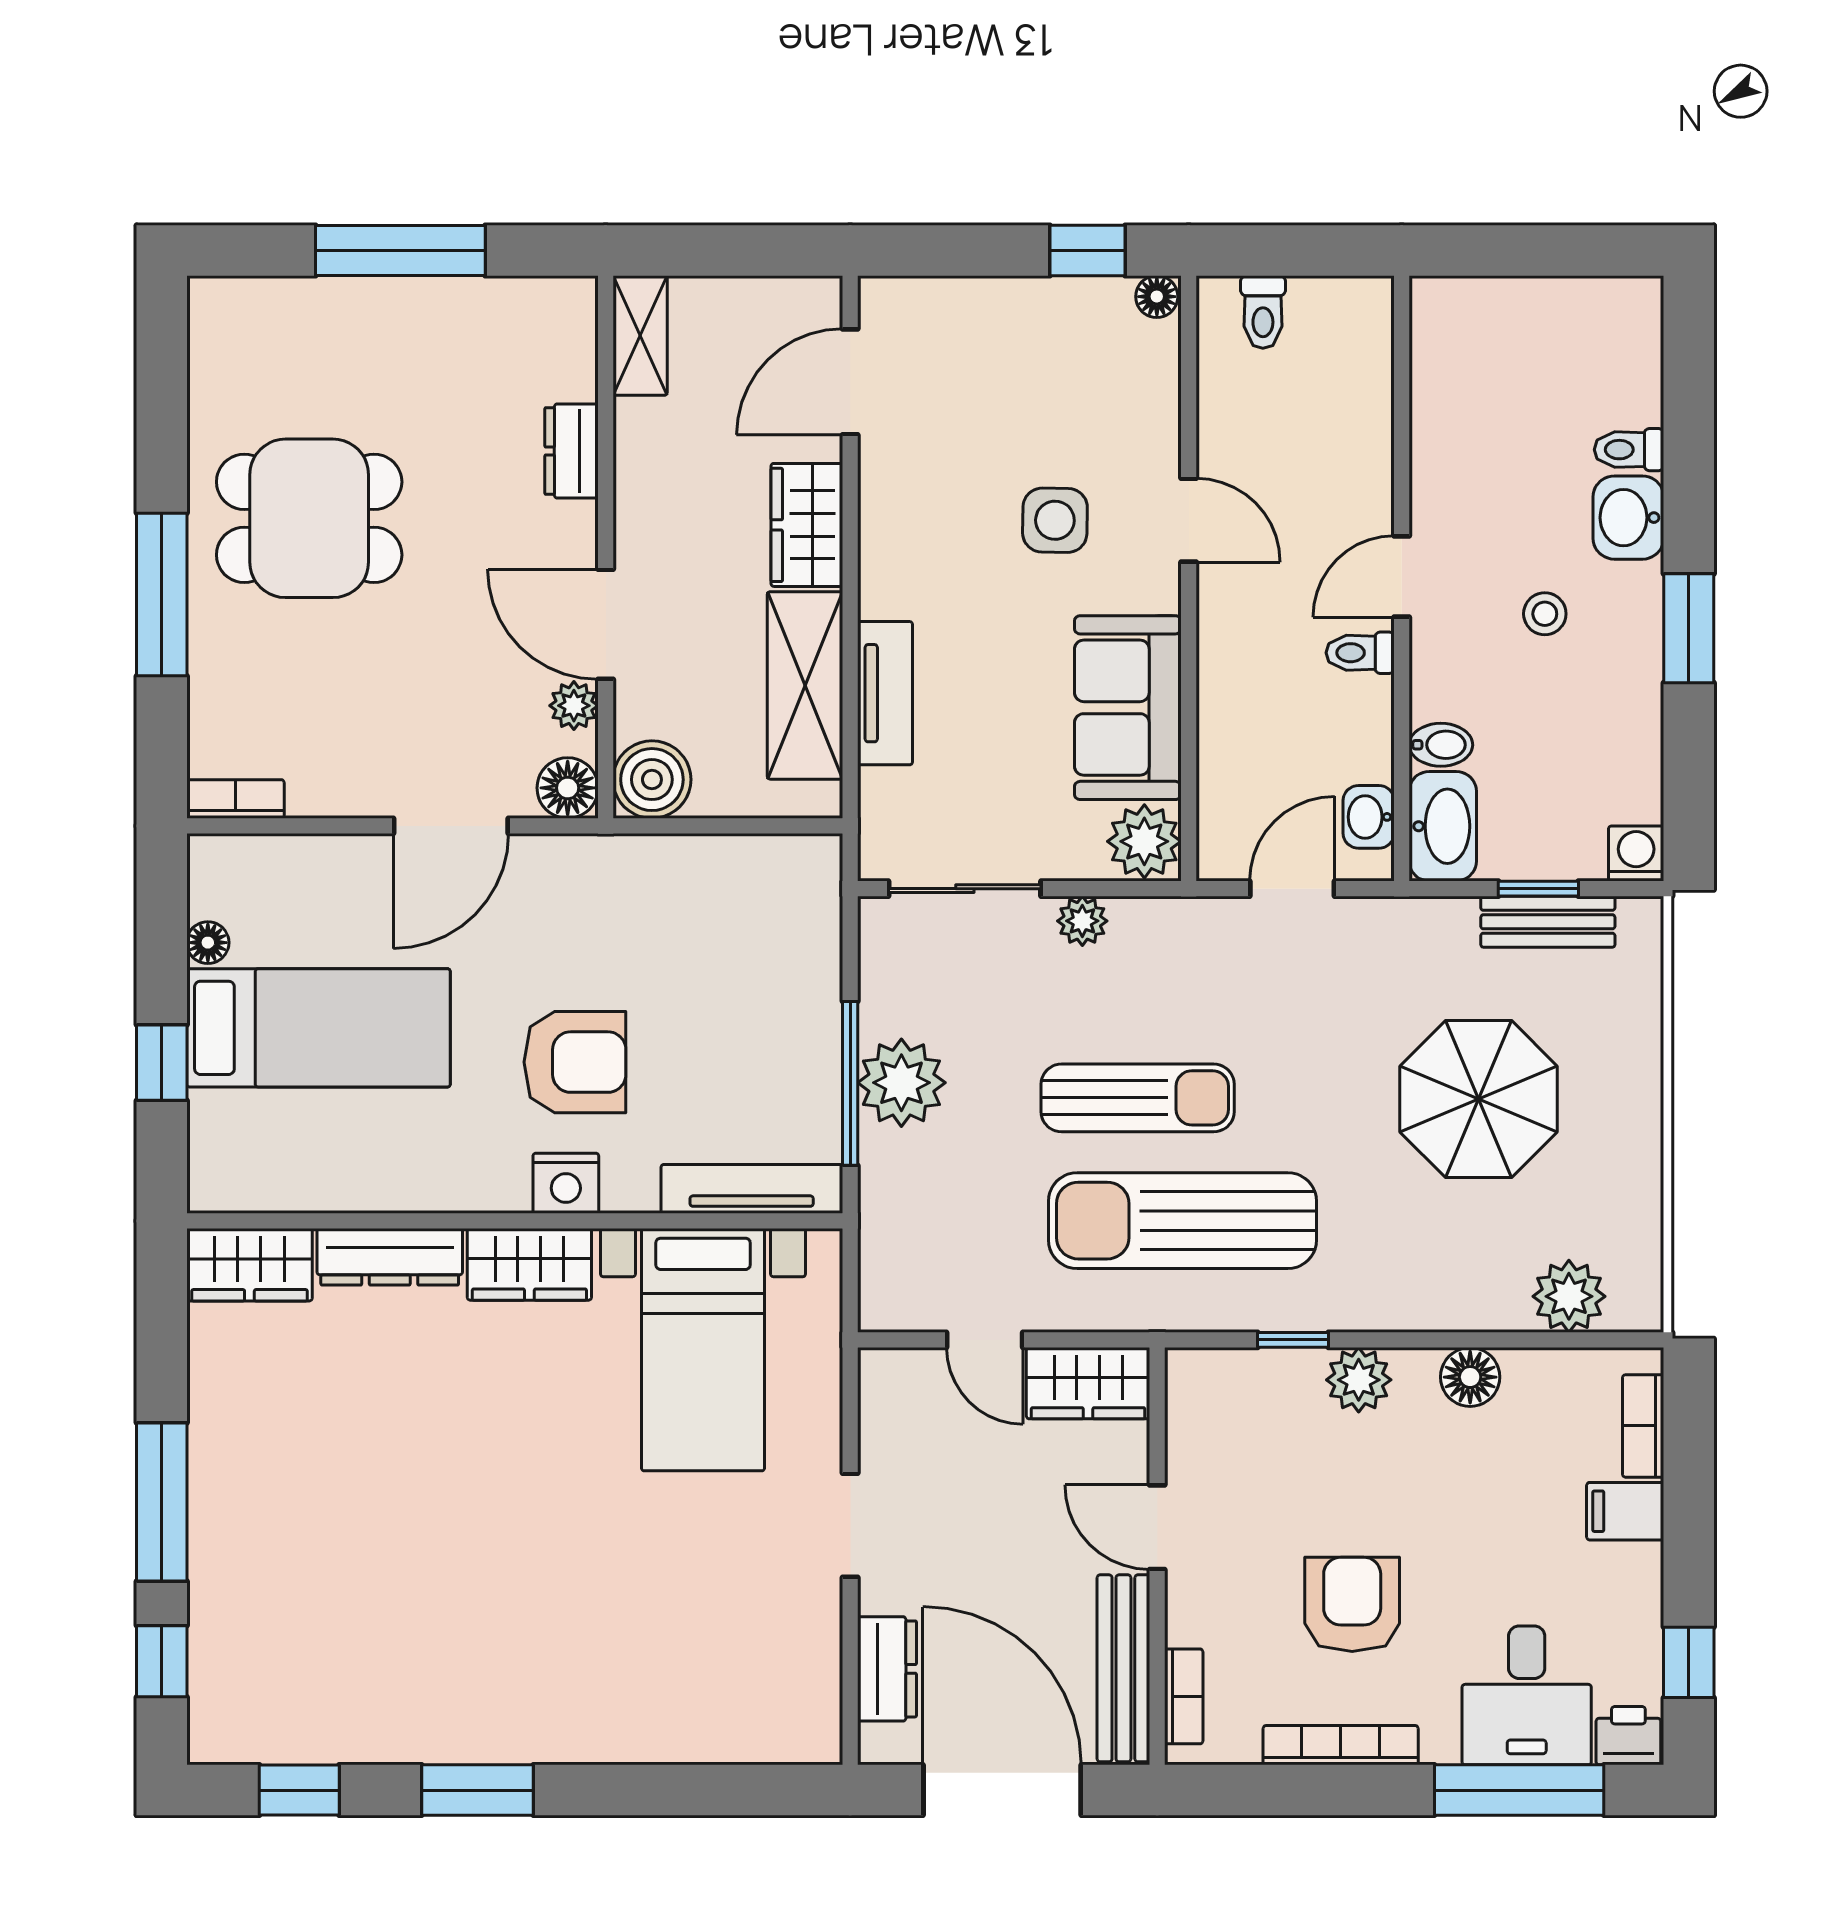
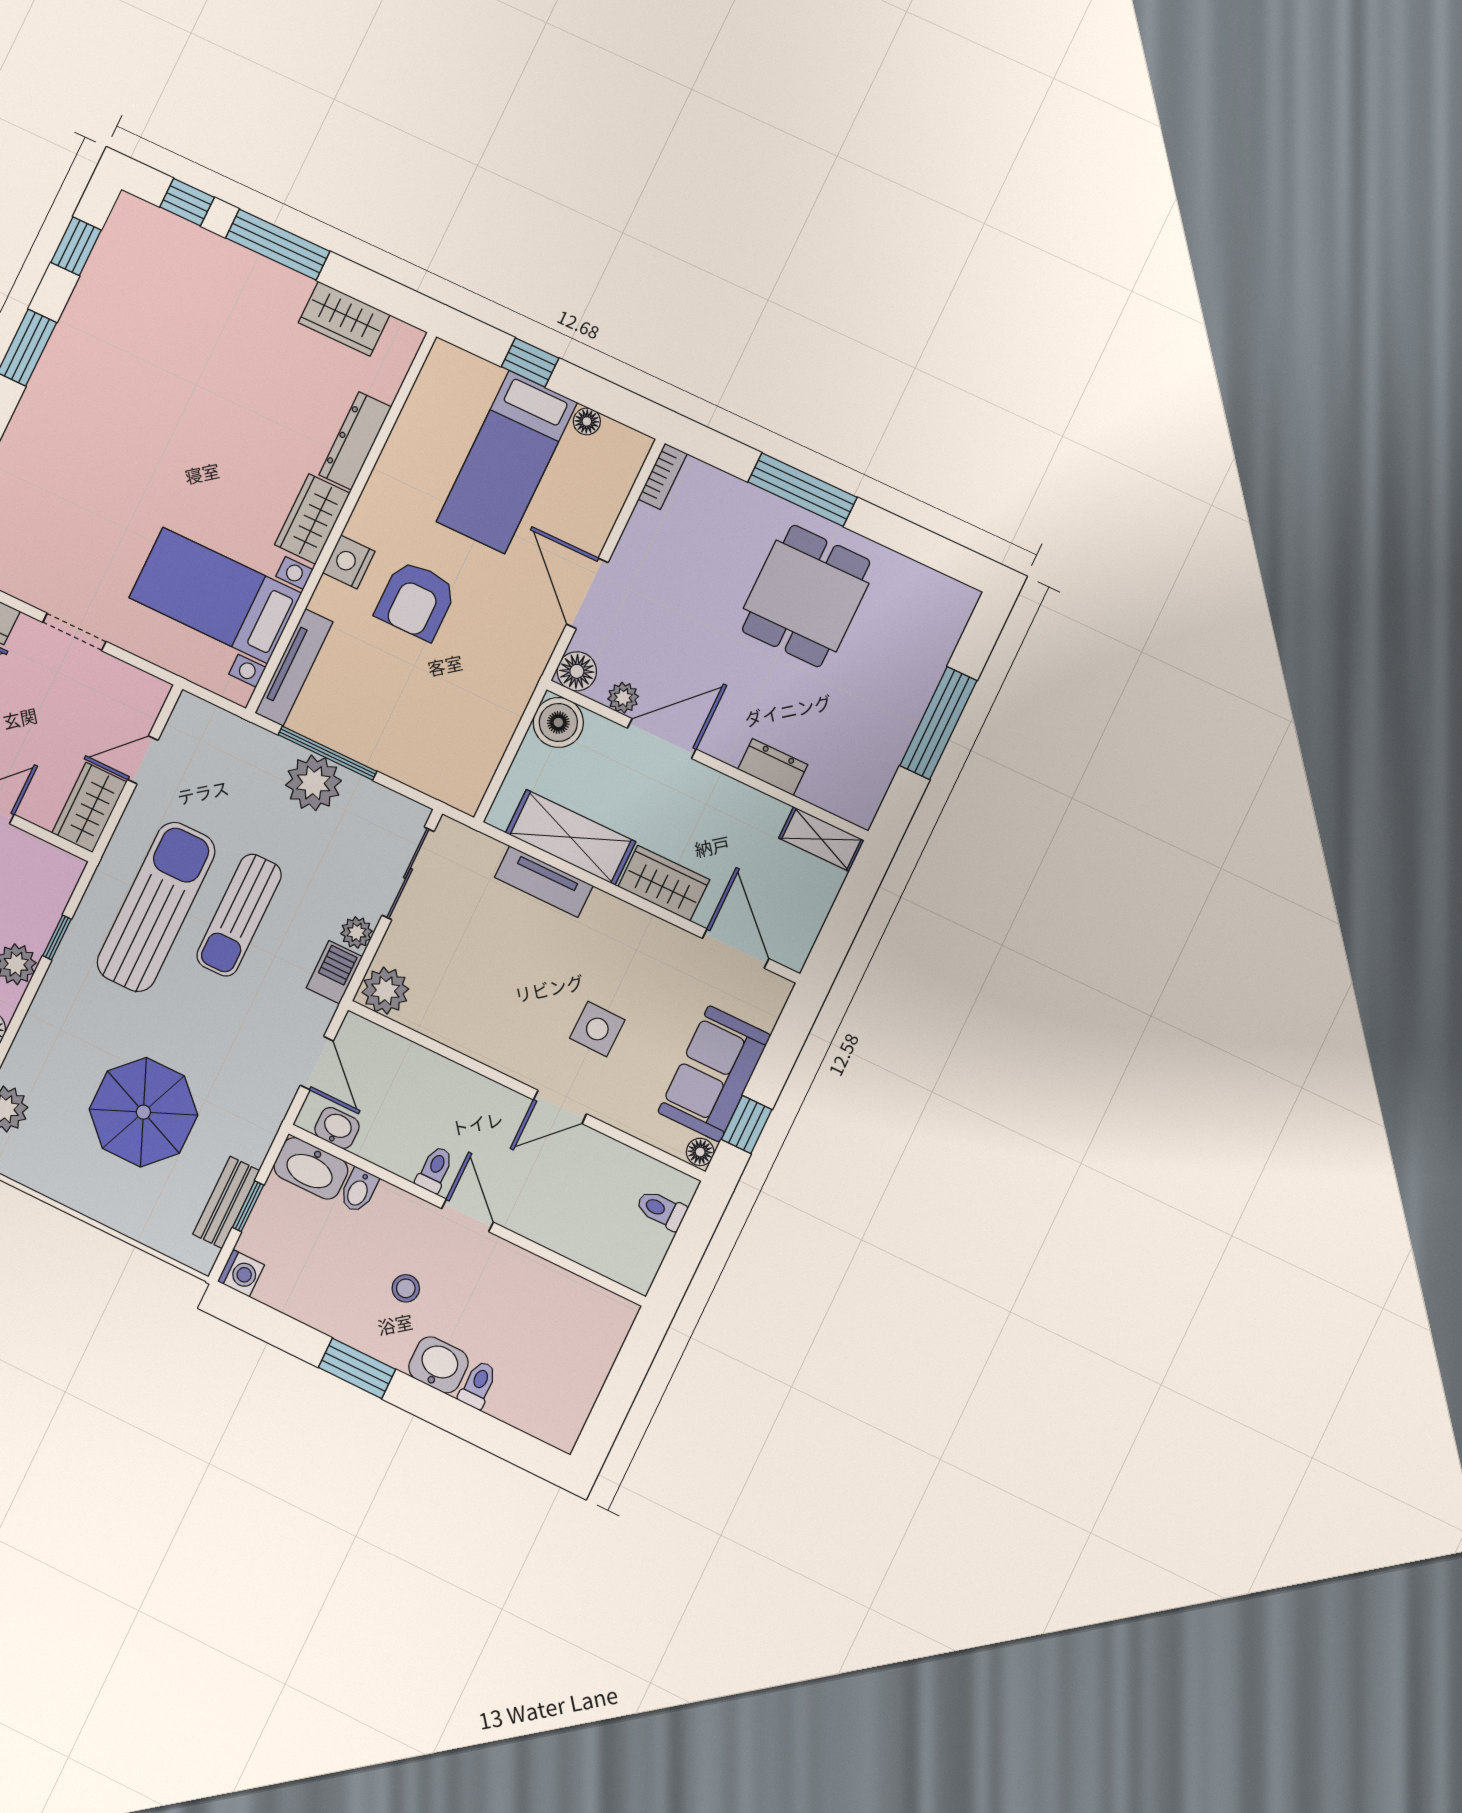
sofa: (1128, 708) -> (714, 1074), moved, turned -90
barbecue: (1153, 925) -> (334, 972), added
wardrobe: (249, 1265) -> (344, 319), moved, turned -90

